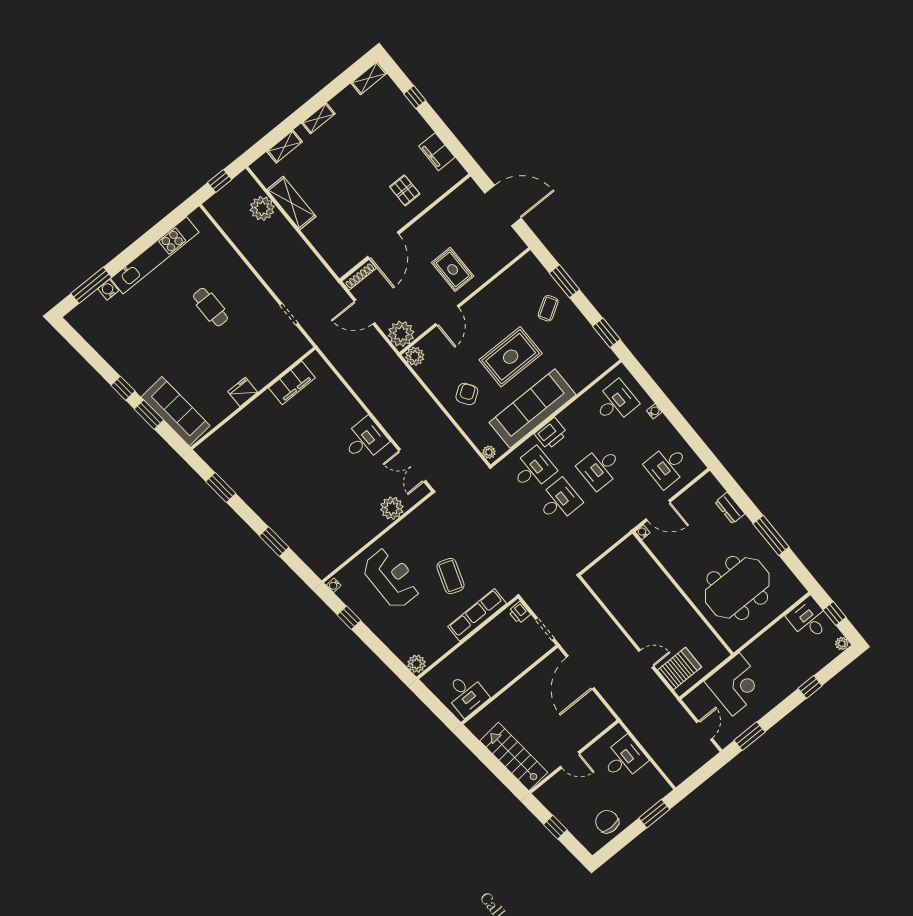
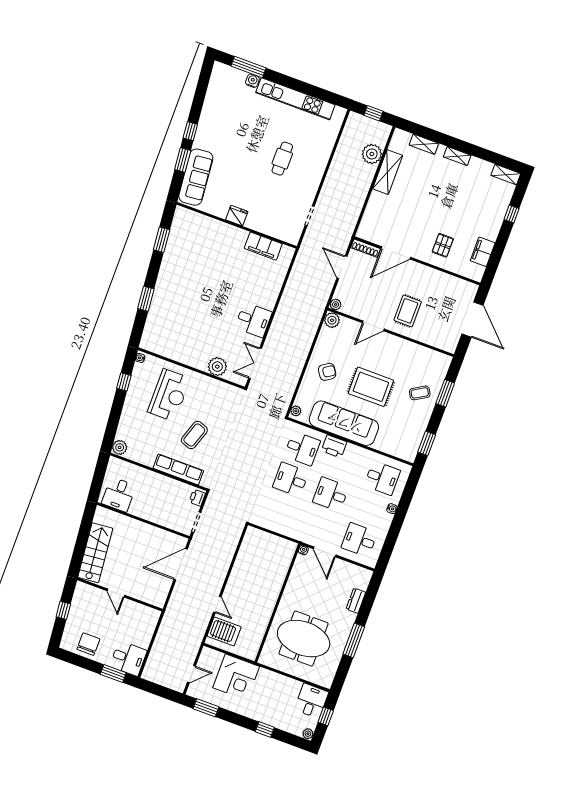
plant: (401, 334) -> (336, 305), width x0.53, depth x0.53
desk: (559, 501) -> (291, 479), turned 180
desk: (624, 759) -> (128, 658), moved

